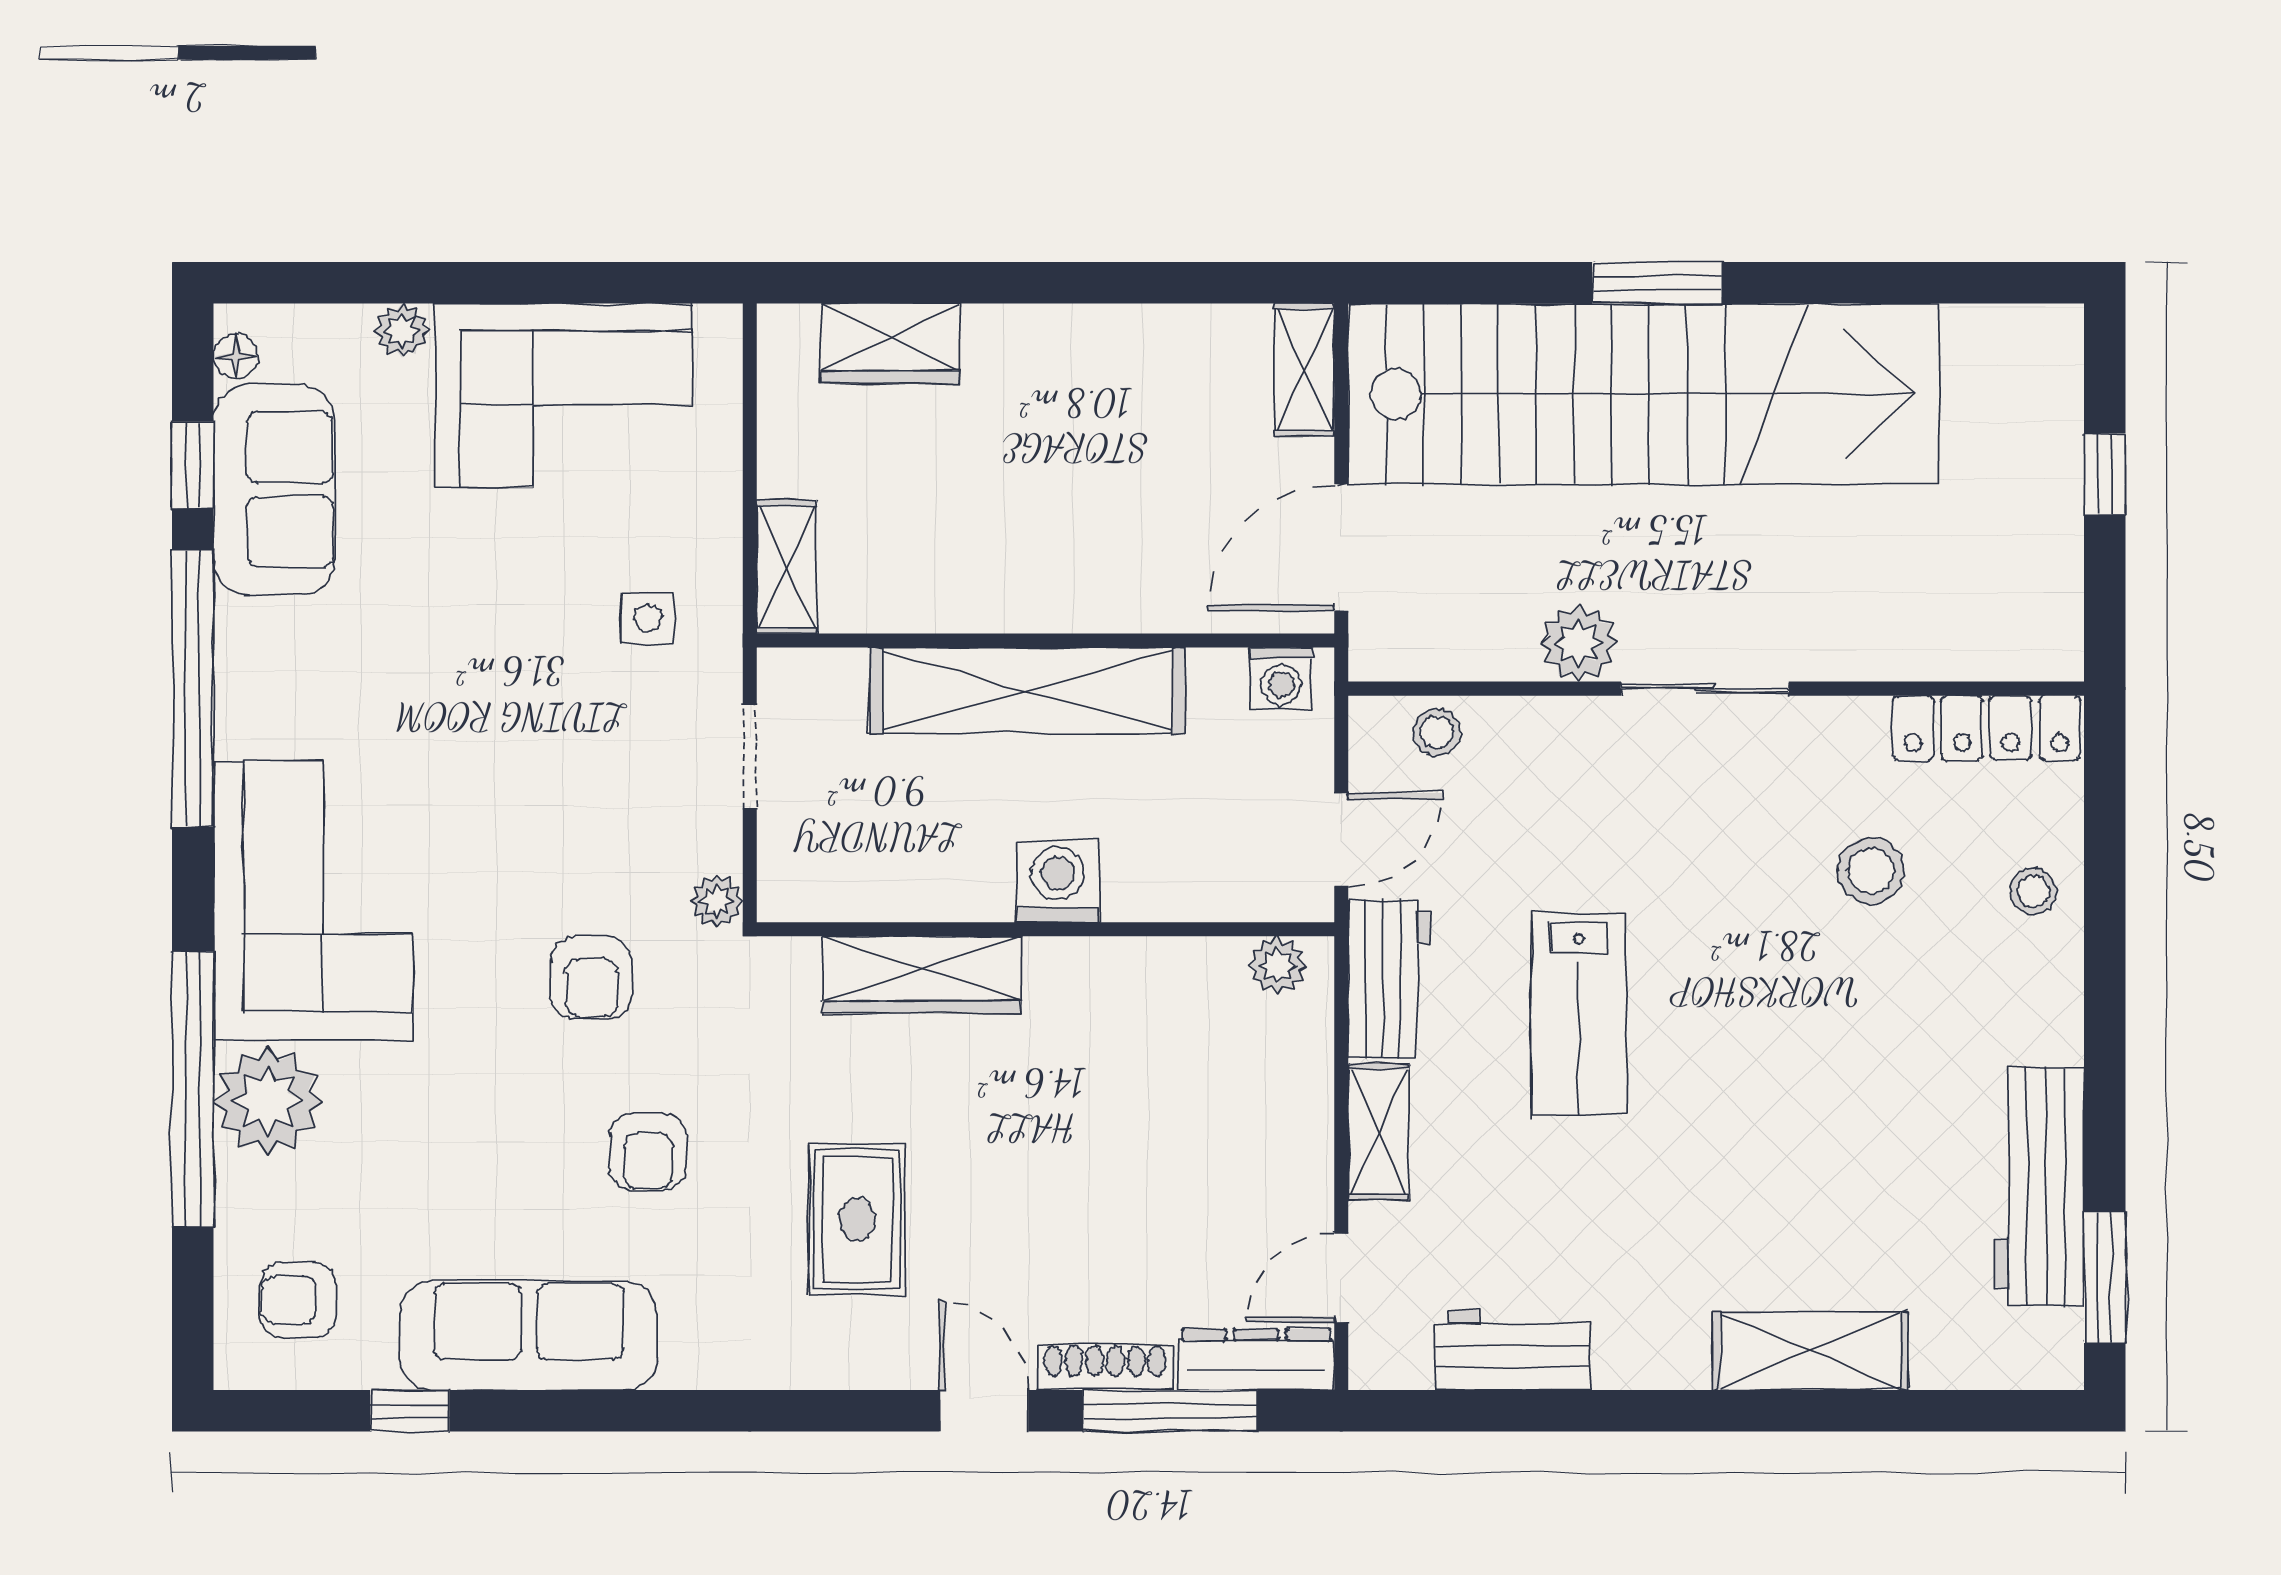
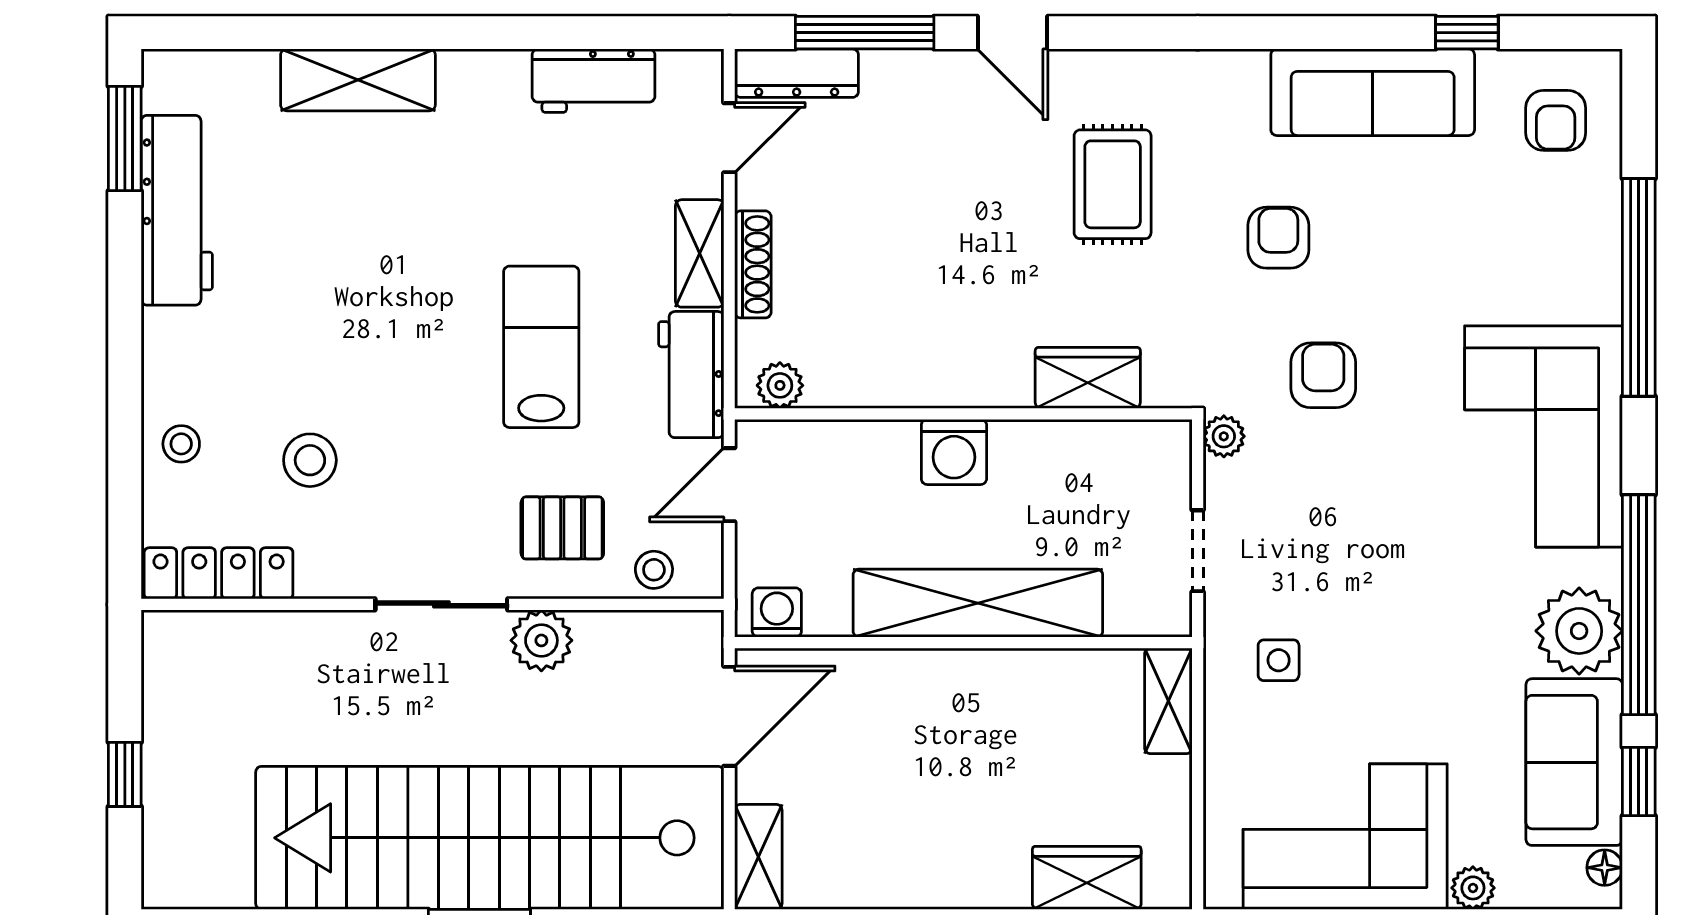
pallet: (1552, 785) -> (562, 528), added
wardrobe: (922, 975) -> (1088, 378), width x0.67
plant: (268, 1101) -> (1579, 631), moved
armchair: (298, 1300) -> (1556, 120), turned 90
shoe rack: (1105, 1367) -> (753, 264), moved, turned -90

